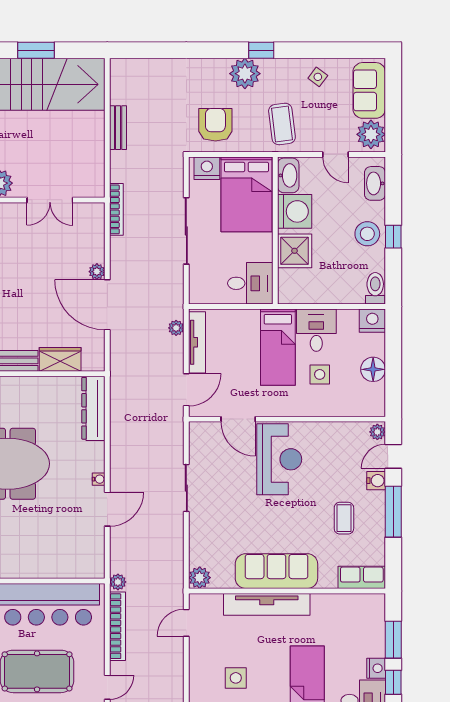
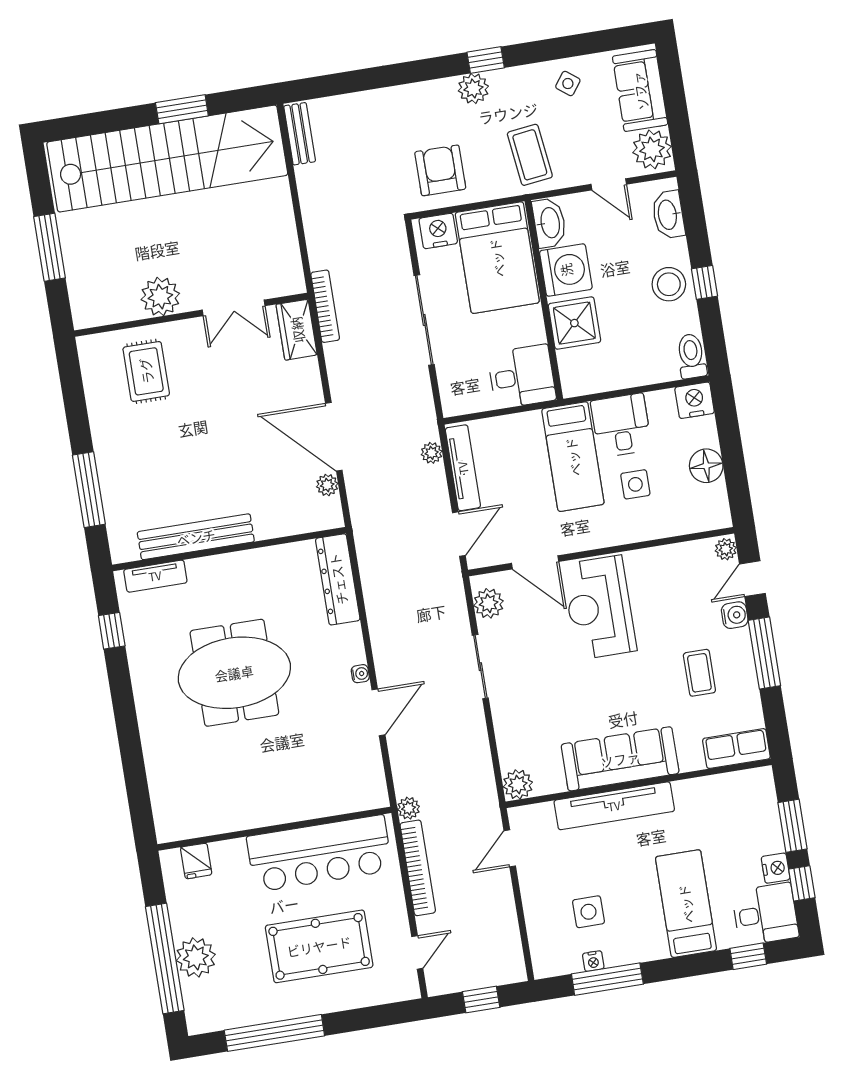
plant: (245, 74) -> (473, 89), width x0.73, depth x0.73
bench: (118, 128) -> (300, 134), moved
plant: (97, 272) -> (327, 485), moved
wardrobe: (60, 359) -> (297, 330), moved, turned -90
plant: (200, 443) -> (489, 603), added
reception desk: (279, 459) -> (599, 608), turned 180

